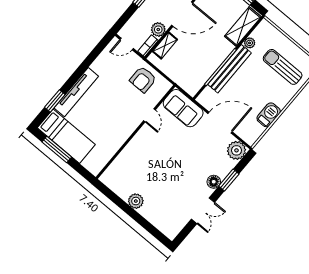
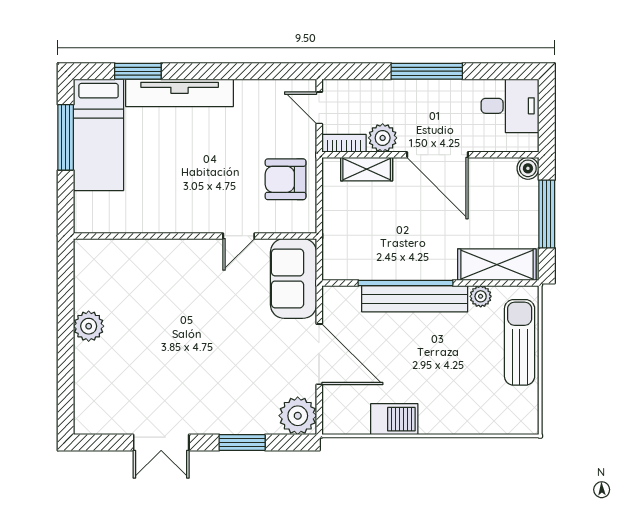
sun lounger: (283, 67) -> (520, 342), moved
floor lamp: (214, 182) -> (220, 421), removed

